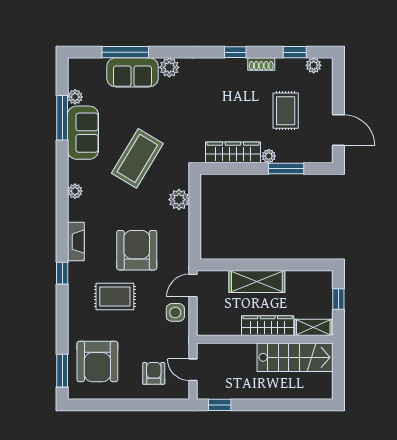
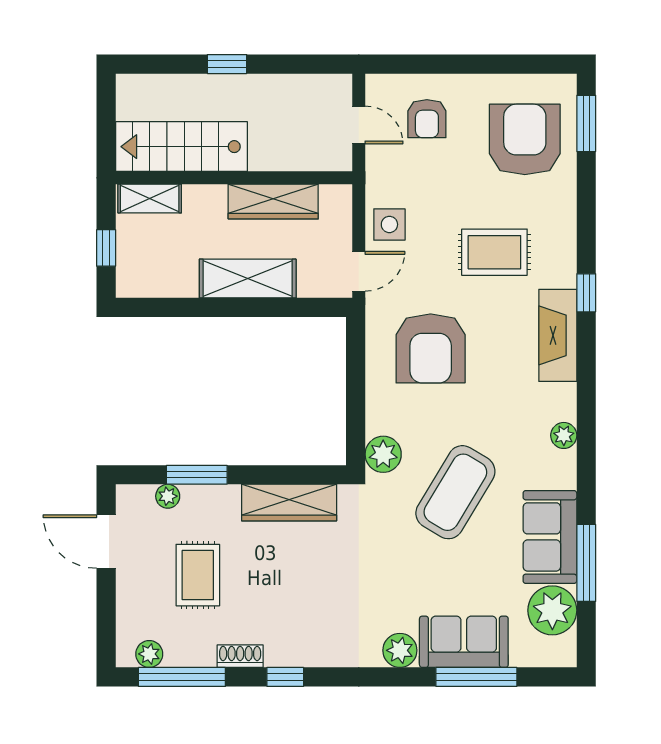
window: (295, 52) -> (182, 677), width x2.17
plant: (75, 97) -> (552, 610), width x1.87, depth x1.87
plant: (269, 156) -> (168, 496), moved
plant: (179, 200) -> (383, 454), moved
fireplace: (76, 242) -> (558, 335), width x1.37, depth x1.32
armchair: (137, 250) -> (431, 348), moved
wardrobe: (268, 326) -> (273, 202), moved
window: (220, 405) -> (227, 64), moved

